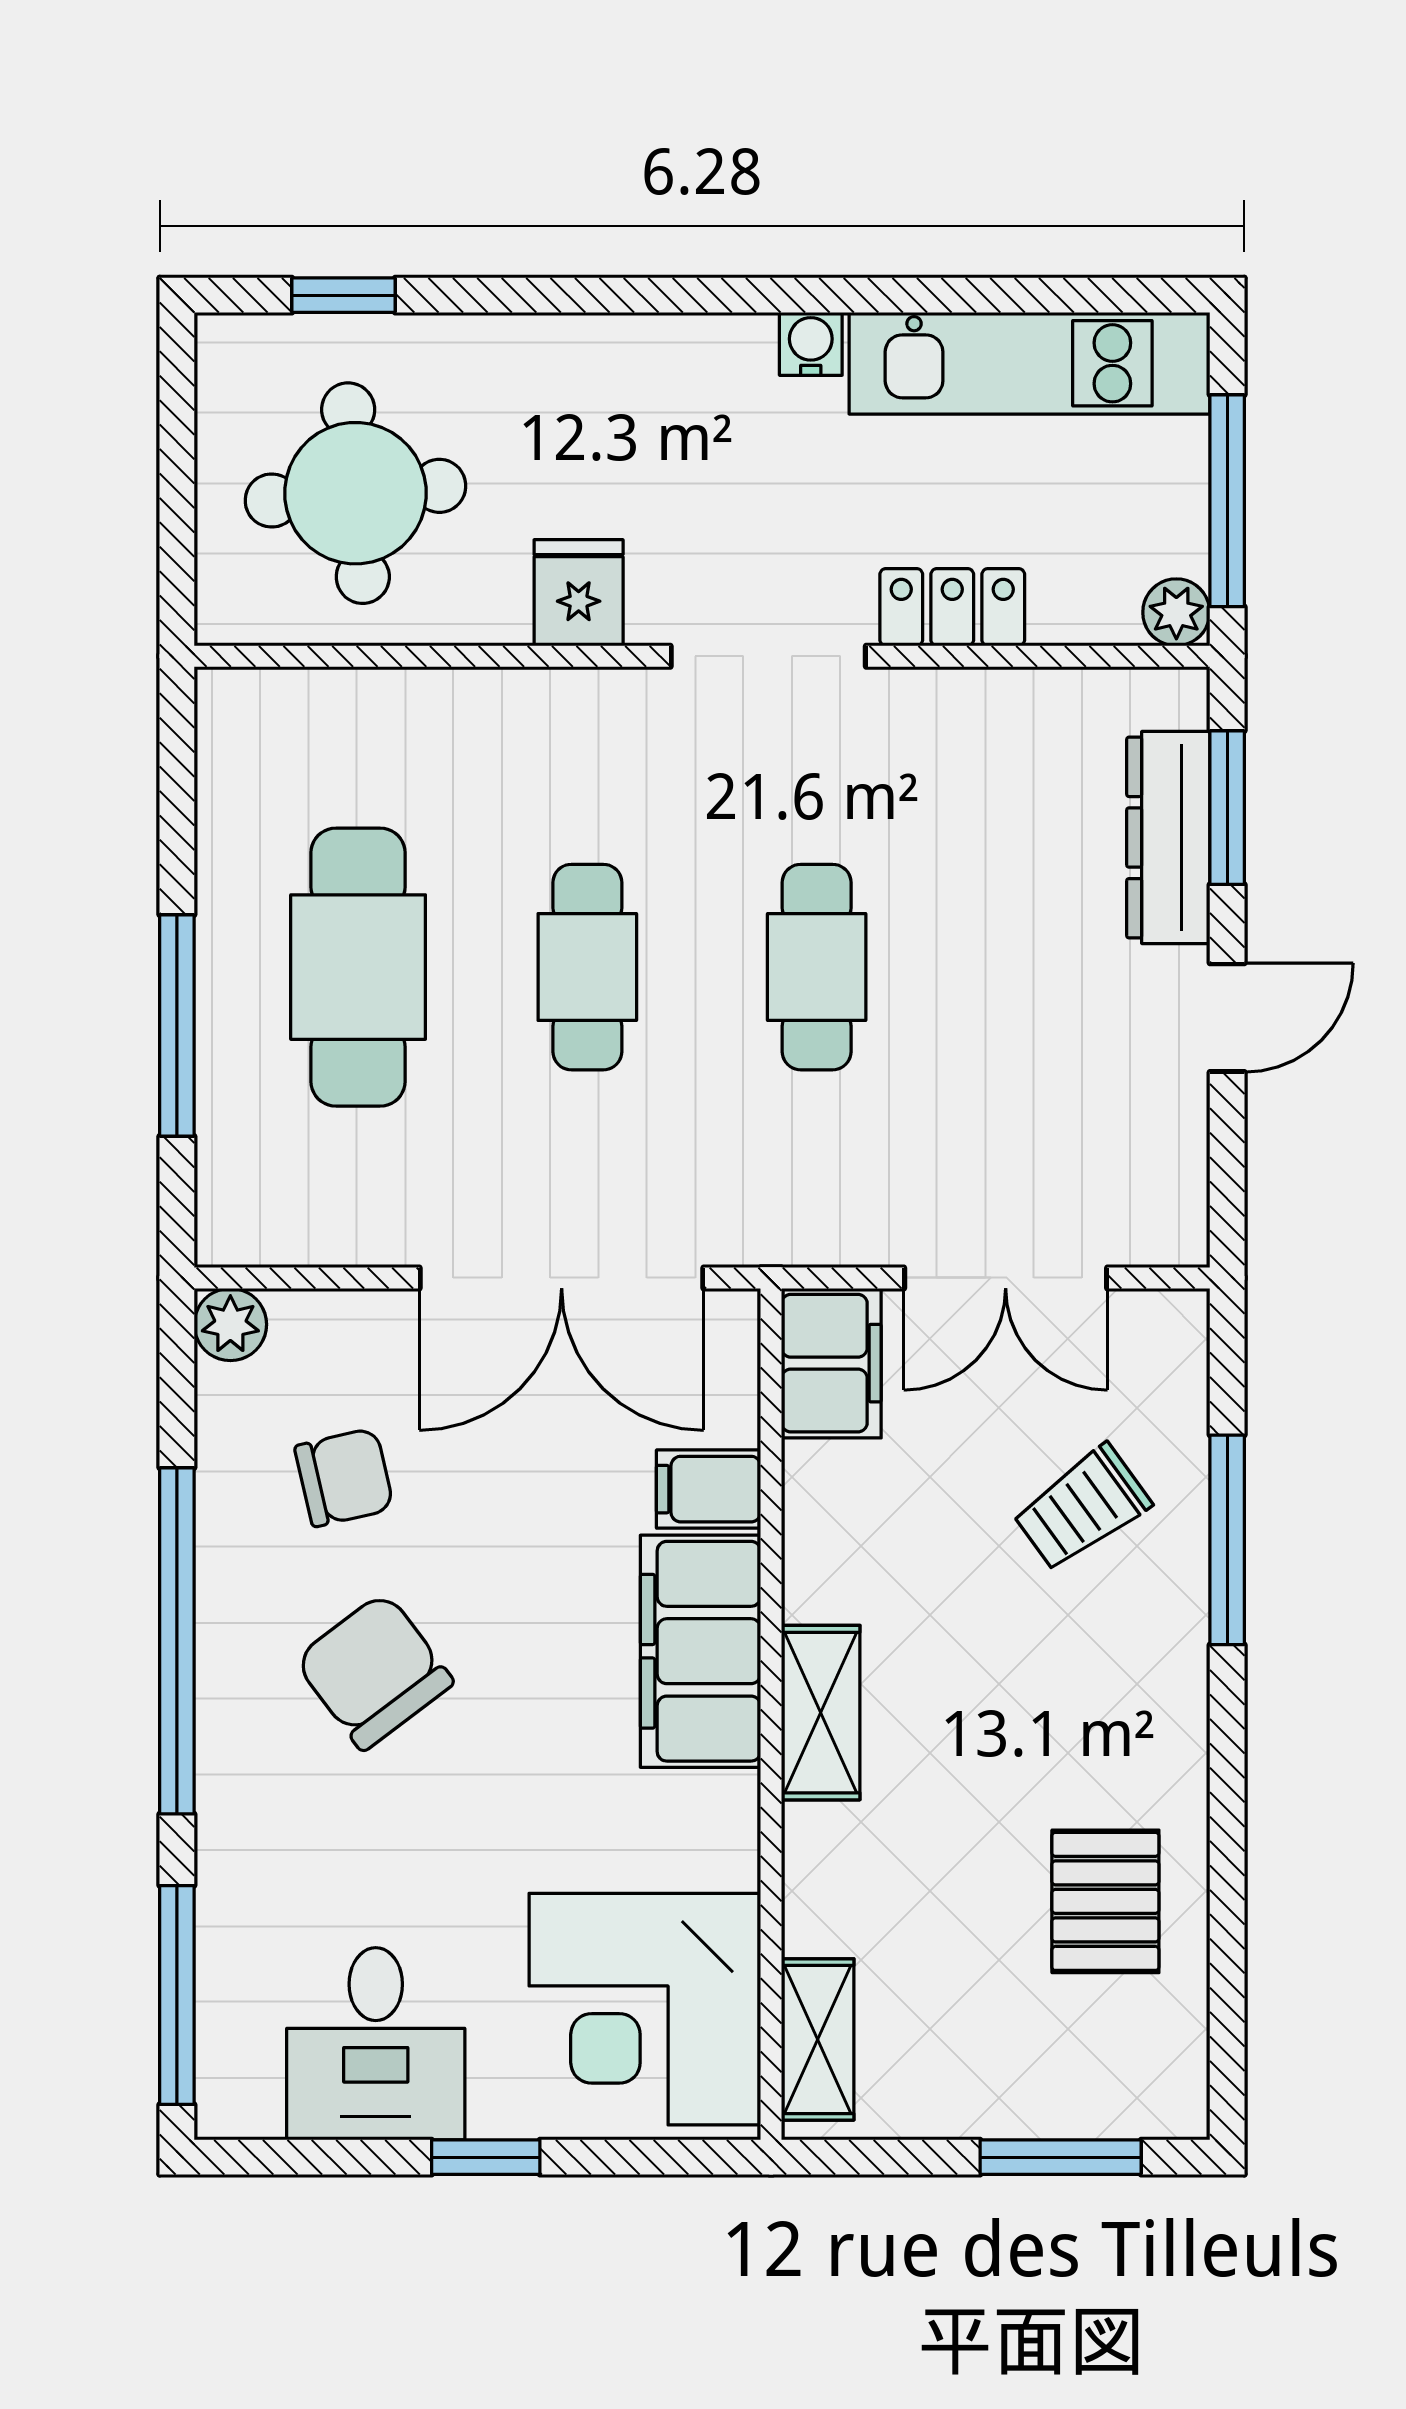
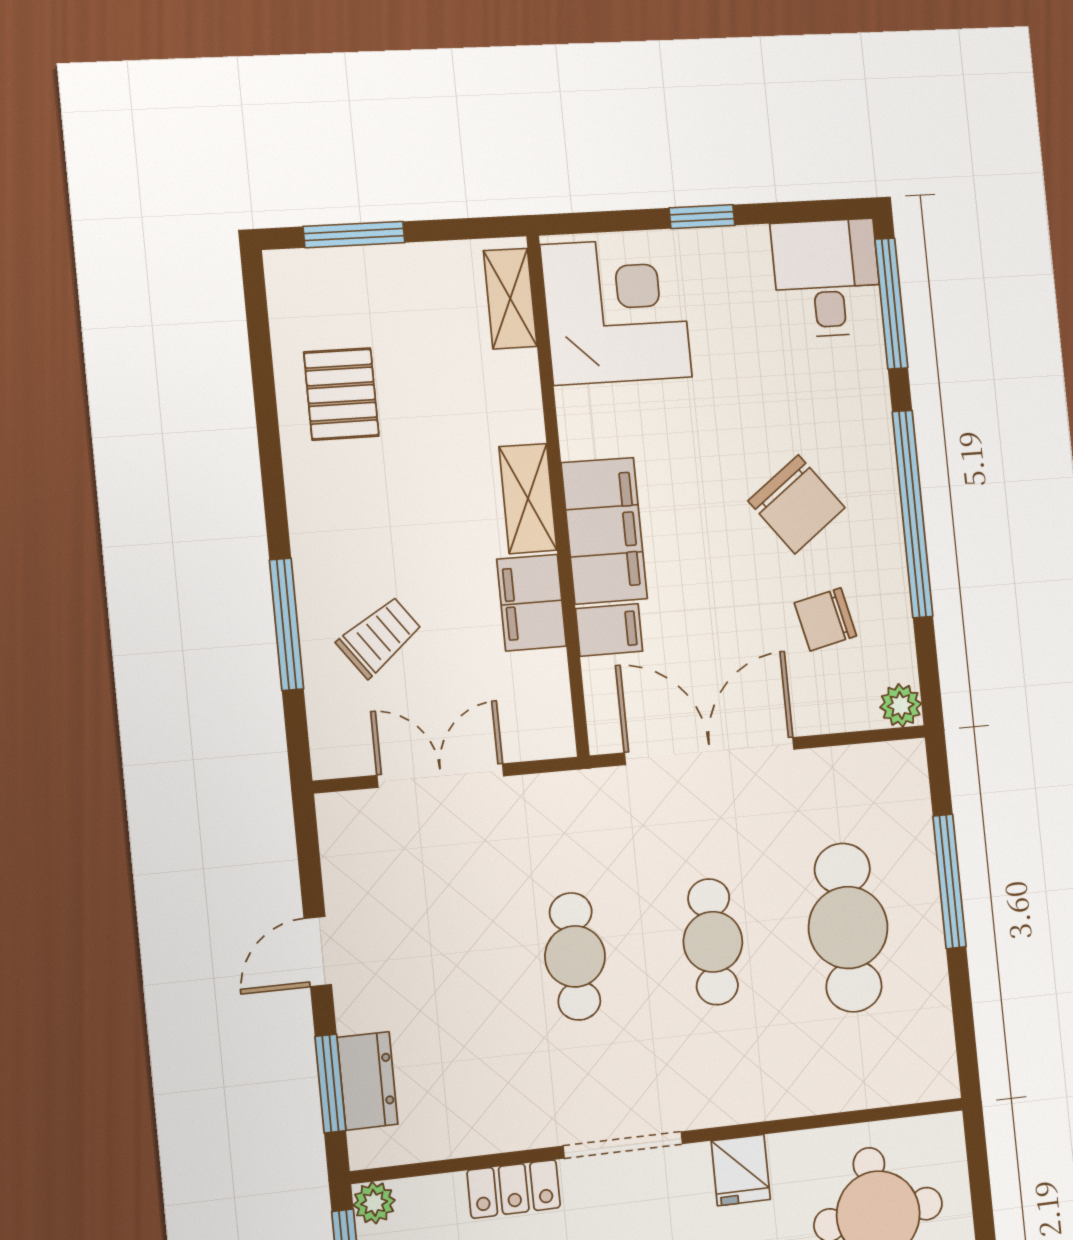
dresser: (1168, 838) -> (368, 1081), width x0.70
filing cabinet: (831, 1363) -> (532, 603), moved
desk: (376, 2044) -> (827, 278), moved

